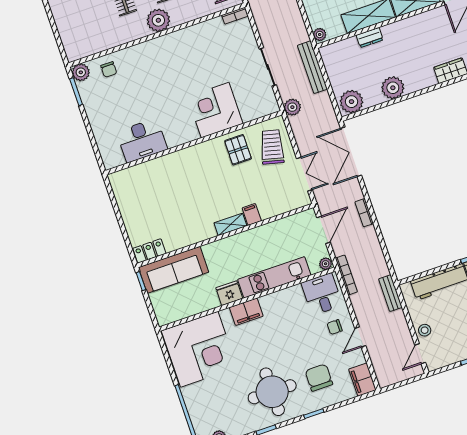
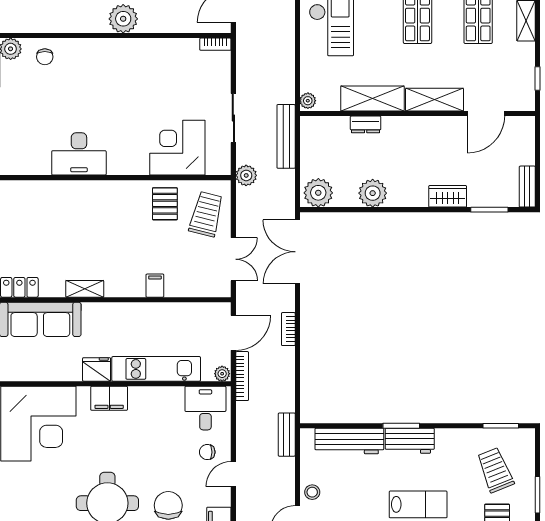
corner desk: (215, 110) -> (177, 148), moved
desk: (142, 140) -> (79, 154), moved
shelving: (230, 224) -> (85, 289), moved
bookcase: (346, 275) -> (242, 376), moved

